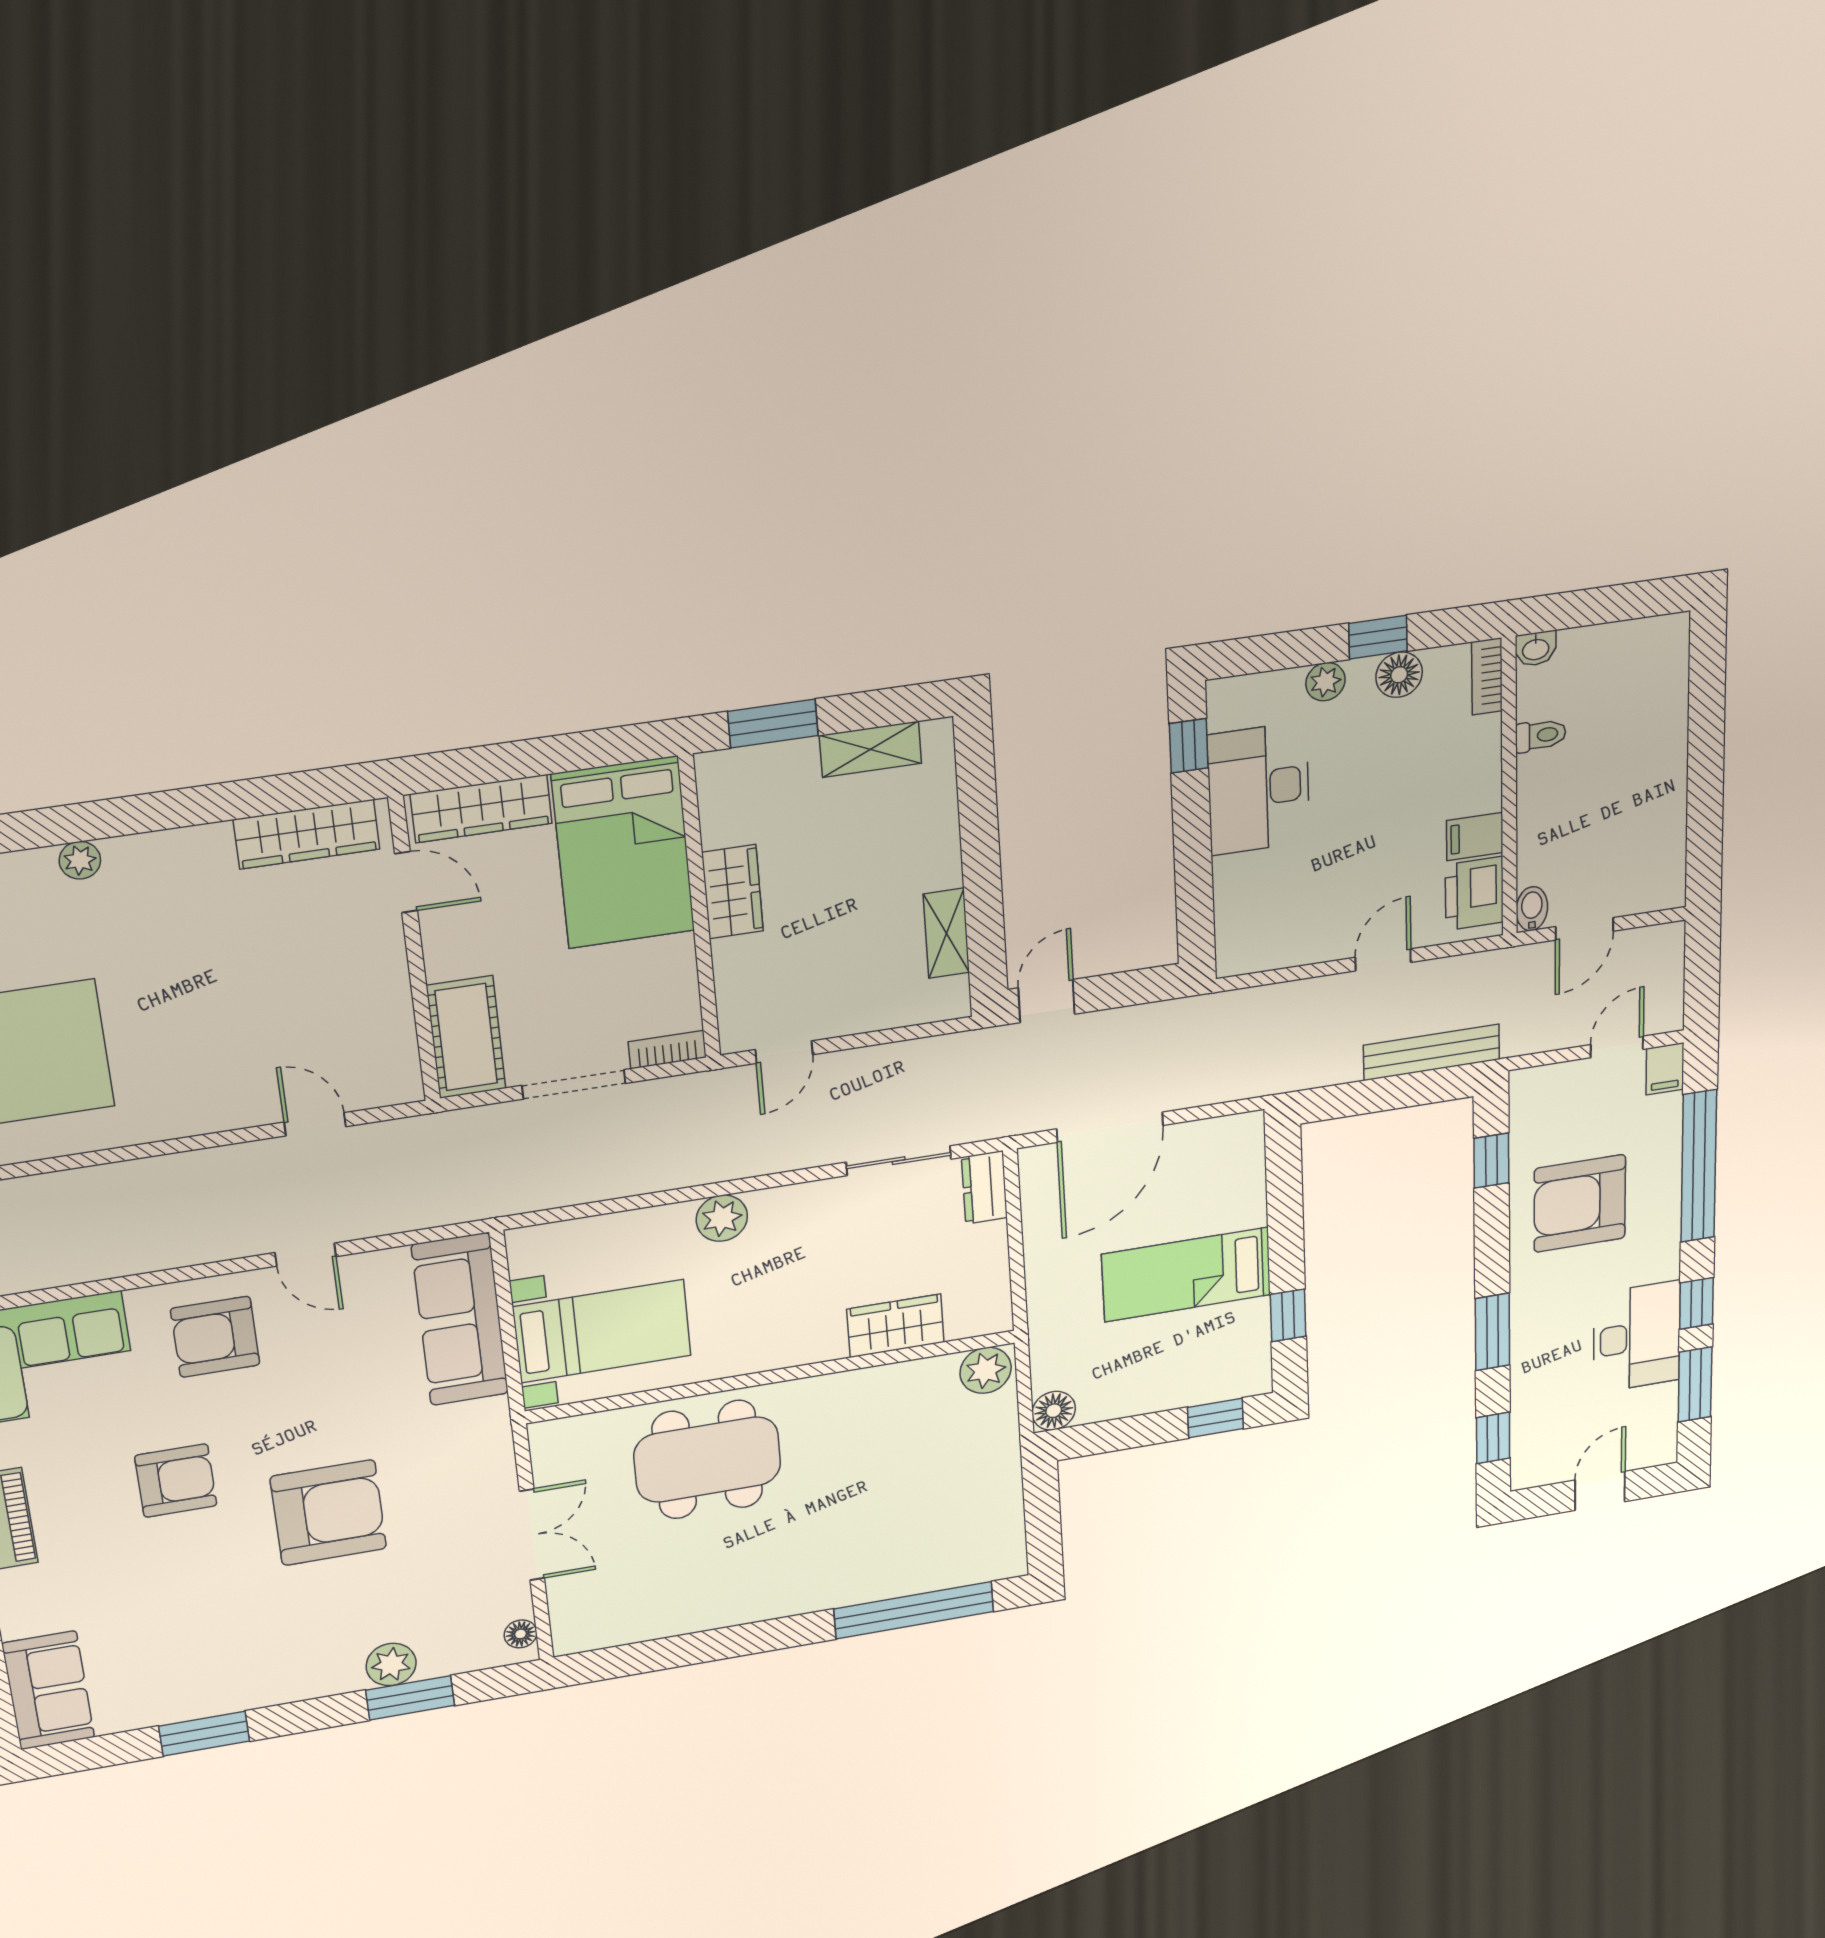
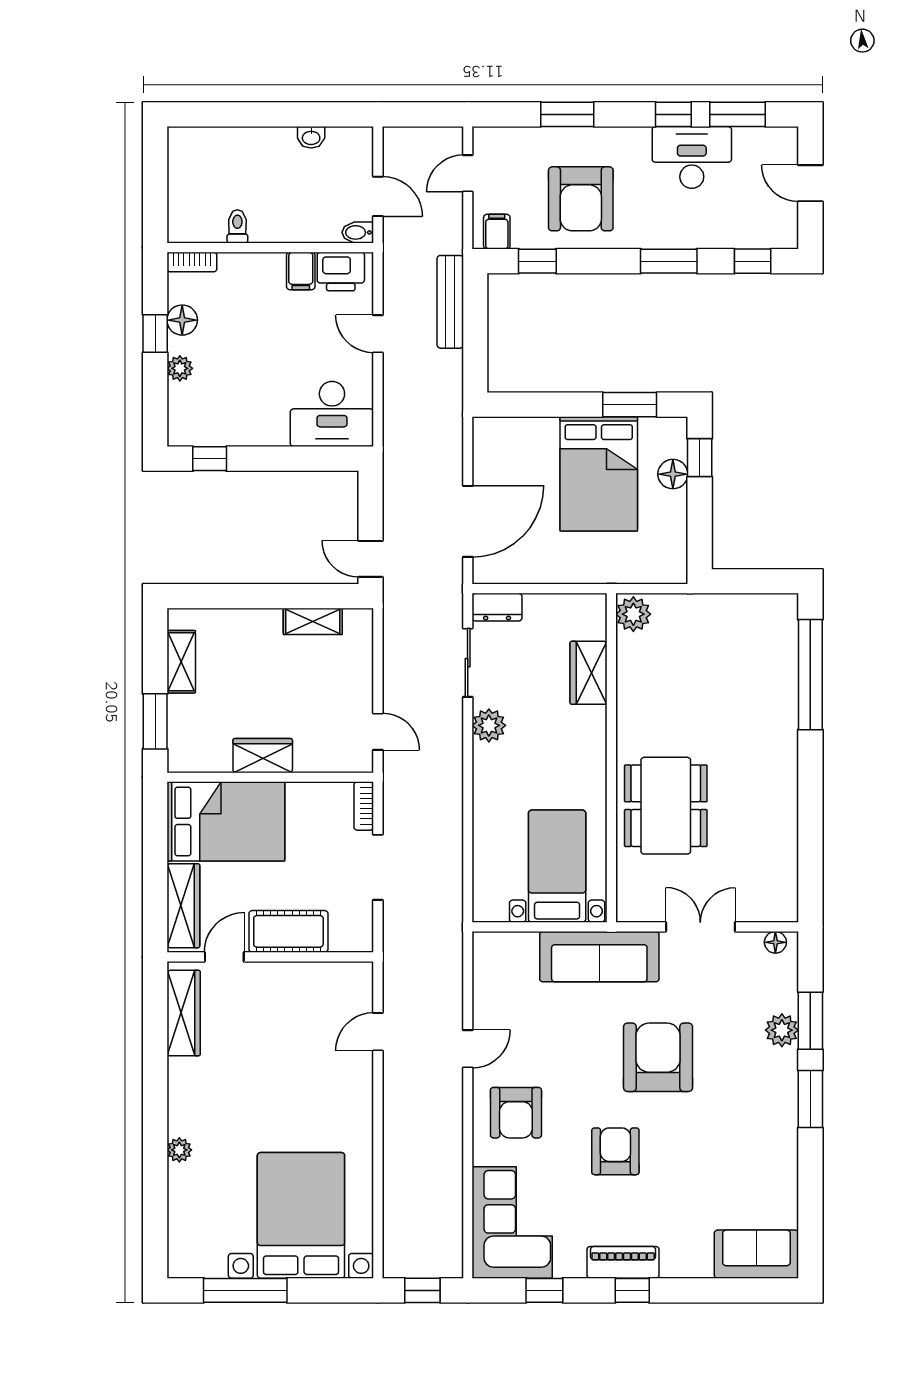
washbasin: (1536, 649) -> (311, 137), moved, turned 90
desk: (1259, 789) -> (332, 414), moved
cot: (466, 1037) -> (288, 931), moved
door: (1617, 1047) -> (468, 173), hinge flipped
filing cabinet: (1665, 1069) -> (497, 232), moved, turned -90
door: (1110, 1127) -> (468, 521), hinge flipped
window: (1699, 1166) -> (567, 114), width x0.47
plant: (722, 1218) -> (489, 725), moved
bed: (1186, 1275) -> (599, 474), width x1.50
window: (1288, 1315) -> (630, 405), width x1.50
sofa: (460, 1319) -> (599, 957), moved
floor lamp: (1054, 1411) -> (673, 474), moved
window: (204, 1734) -> (810, 1099), moved

